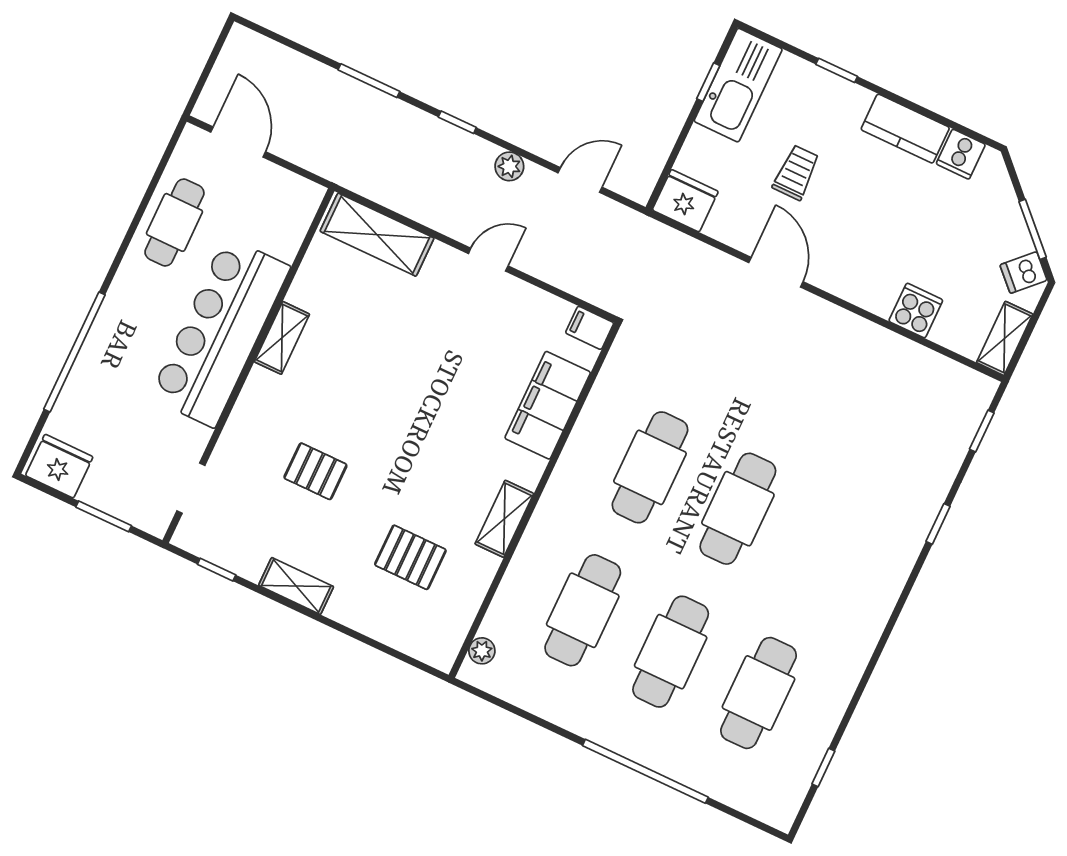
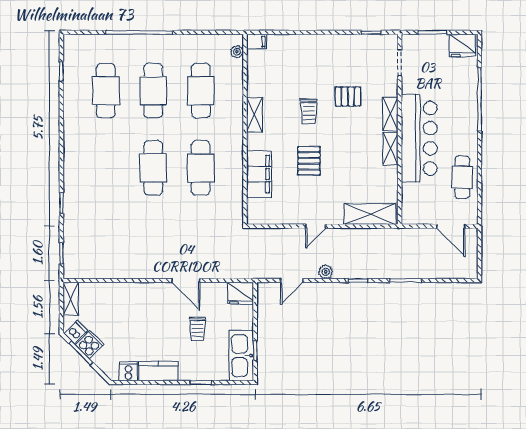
cooker: (916, 311) -> (90, 345), moved, turned -135
filing cabinet: (590, 328) -> (256, 42), moved
trolley: (401, 478) -> (309, 112), added
pallet: (410, 557) -> (309, 161), moved, turned 90
shelving: (296, 586) -> (390, 114), moved, turned 90

